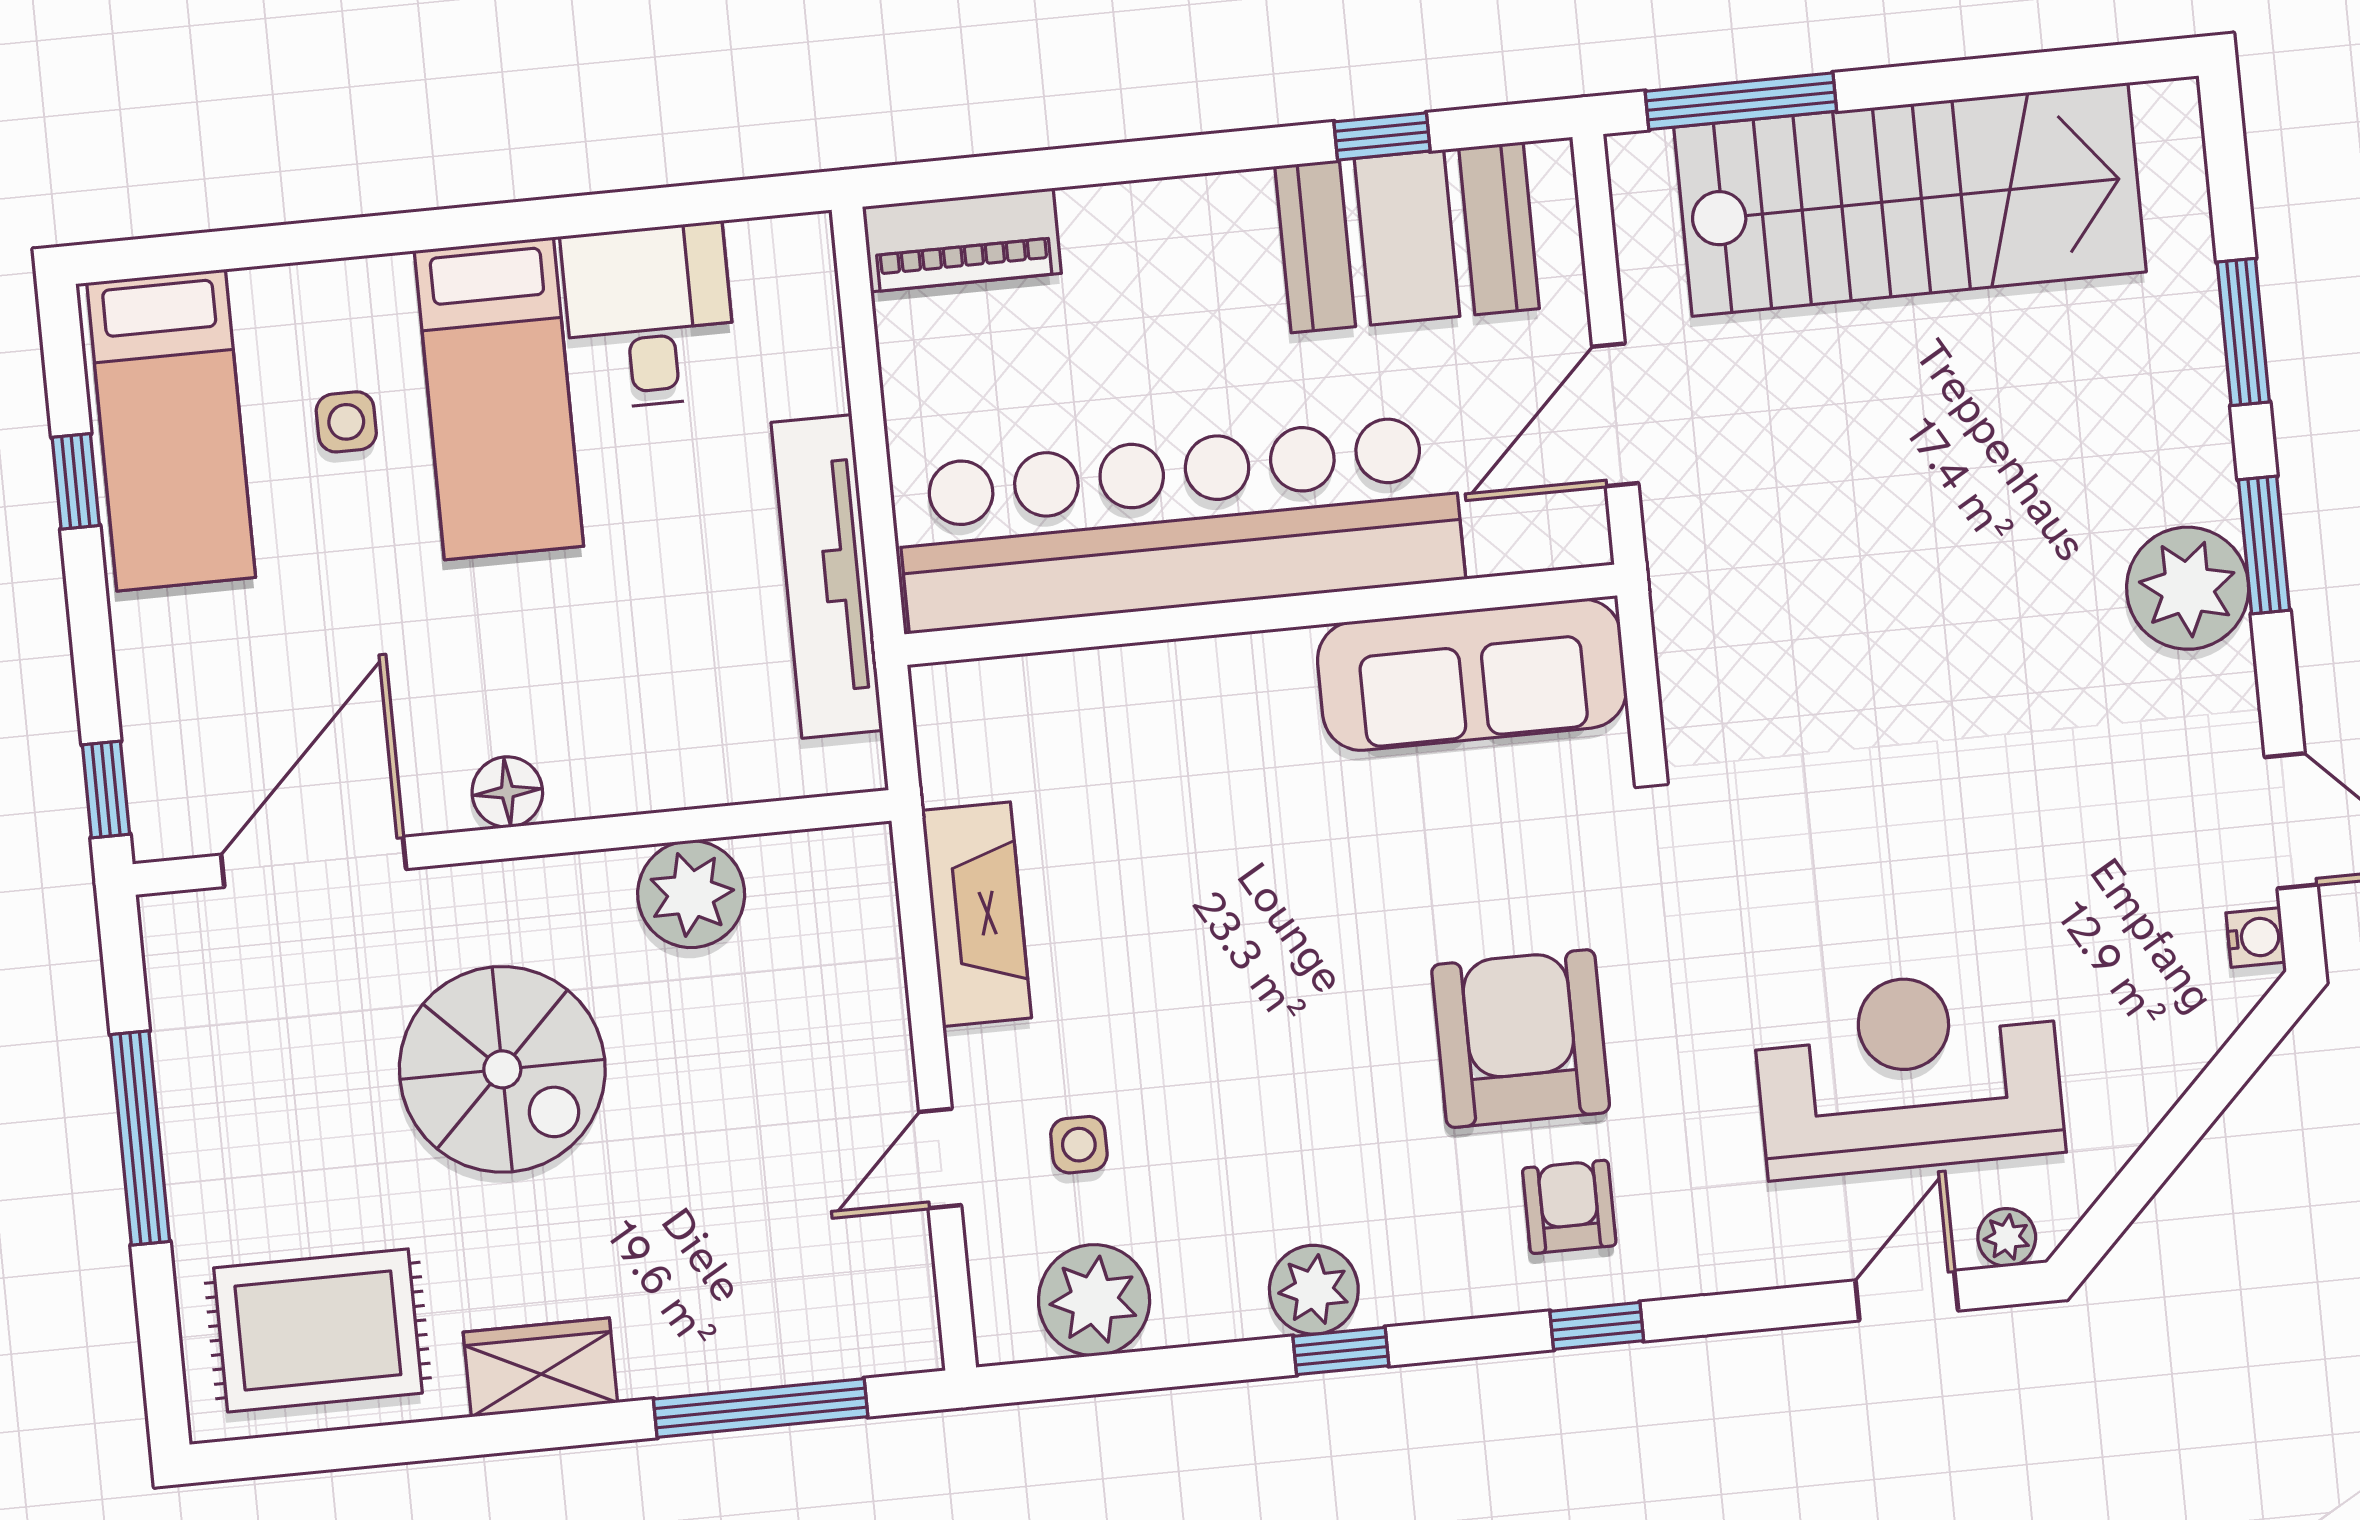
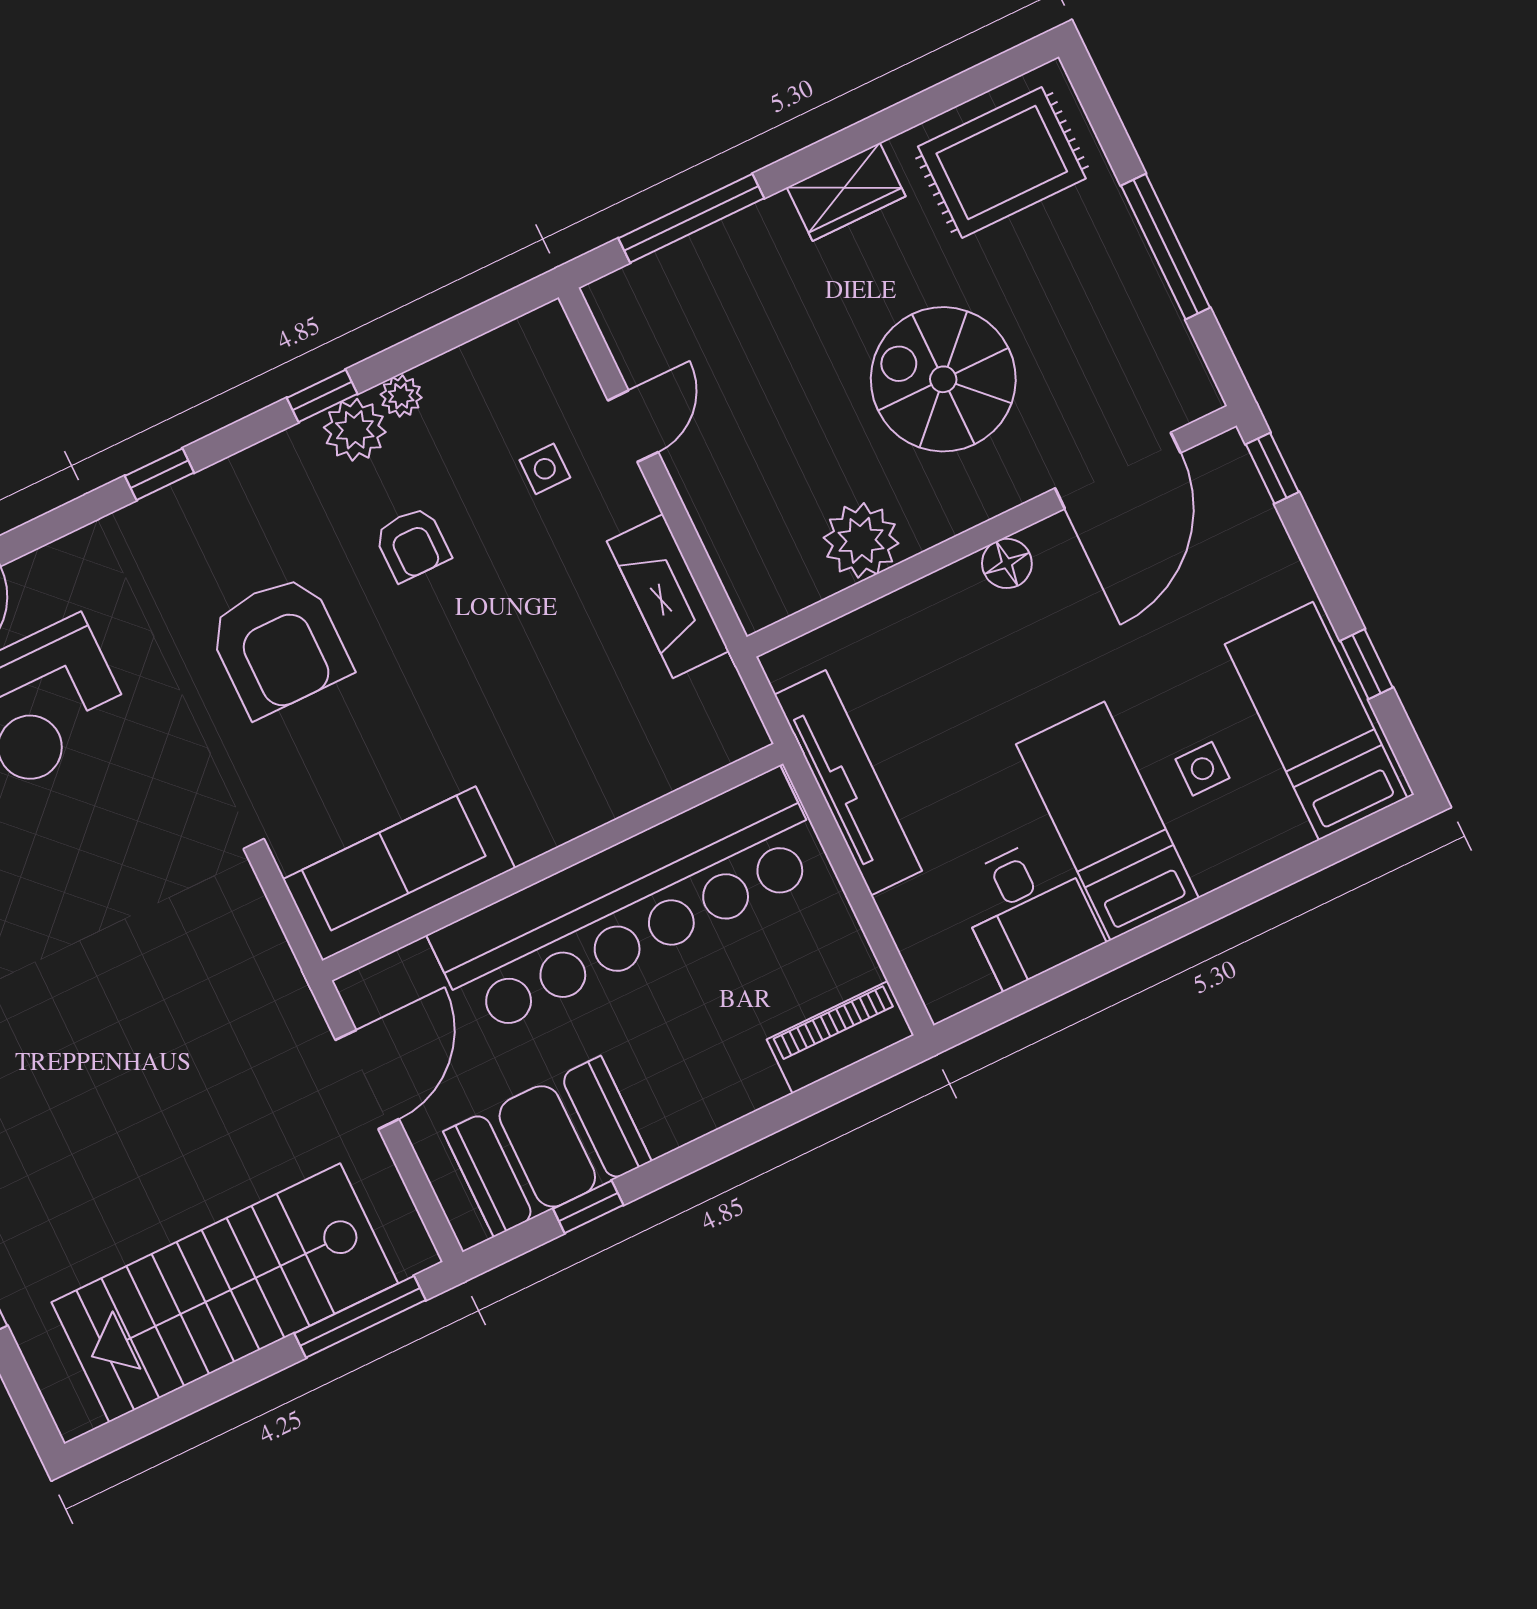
armchair: (1569, 1207) -> (412, 544), moved
plant: (1094, 1300) -> (401, 396), moved, width x0.53, depth x0.53

